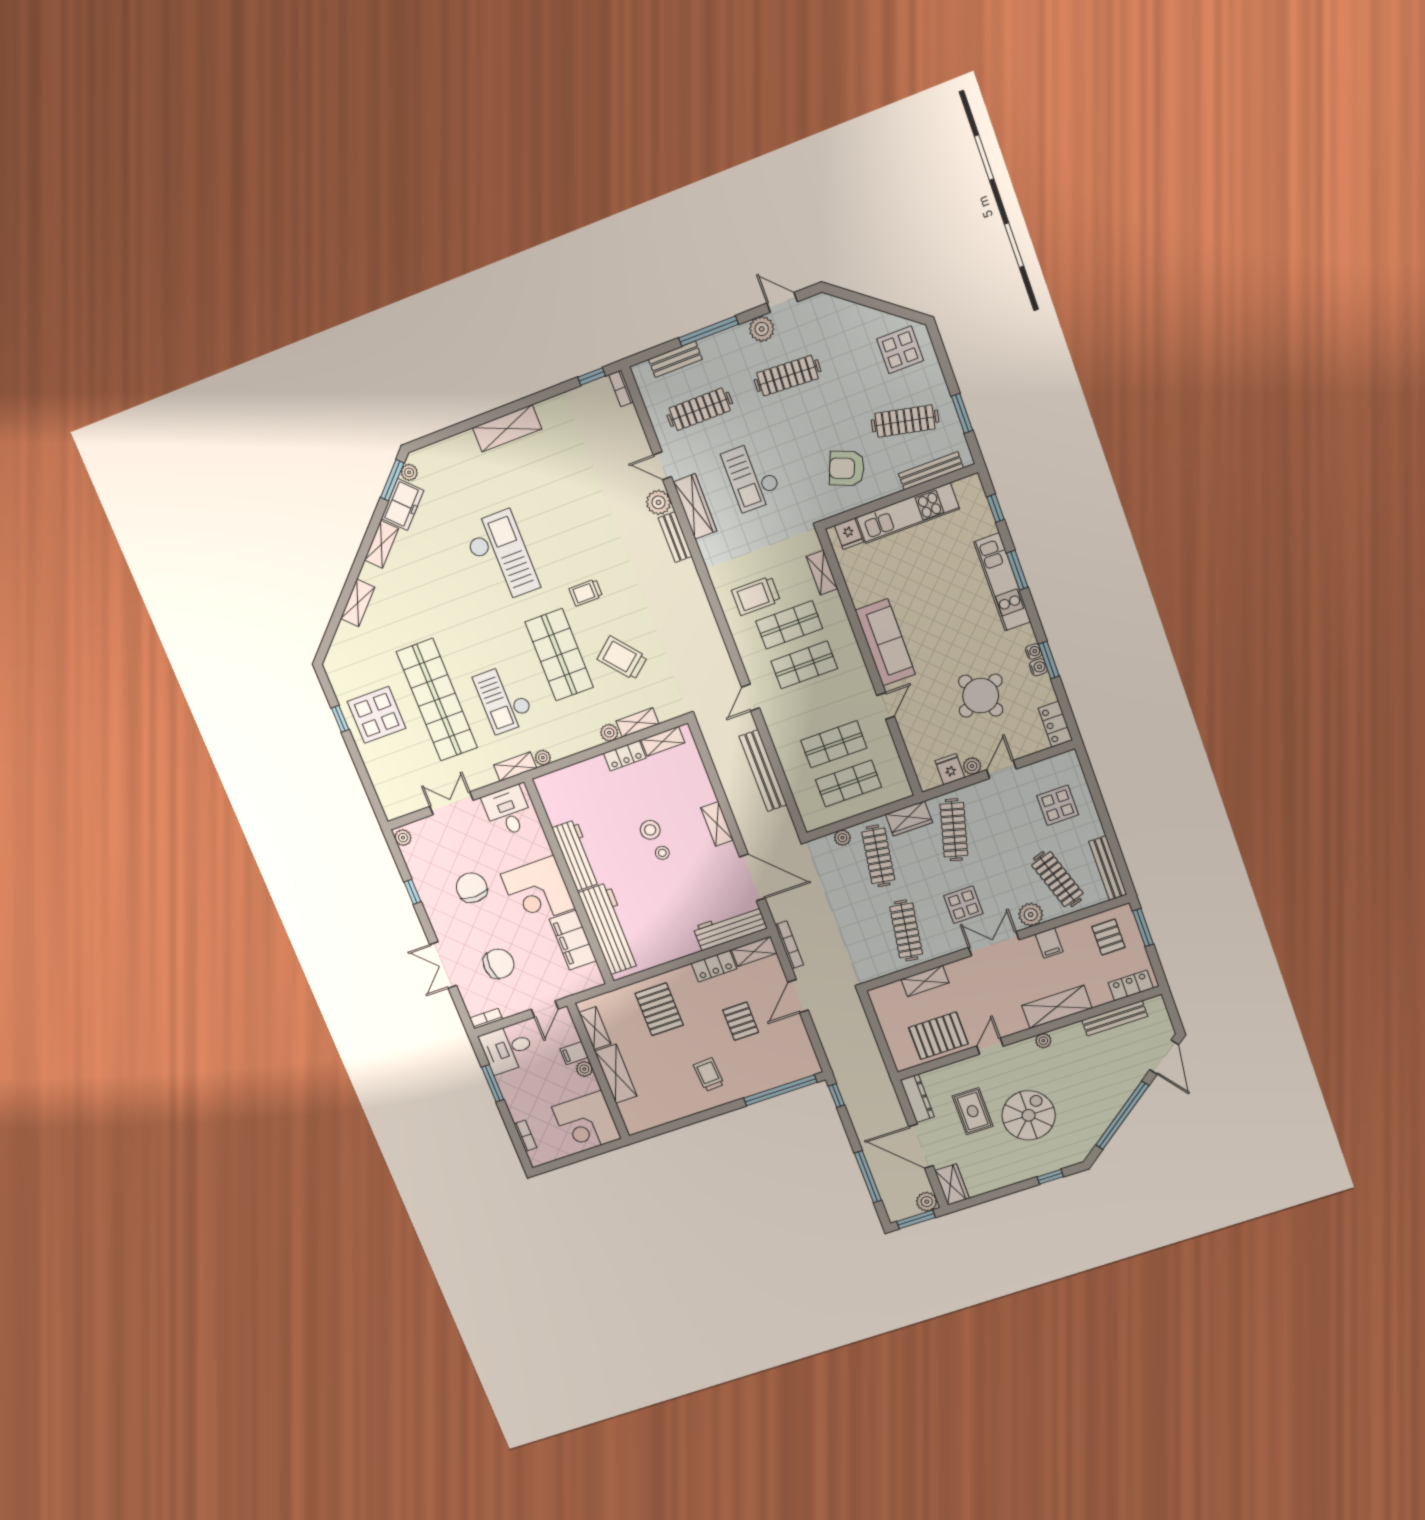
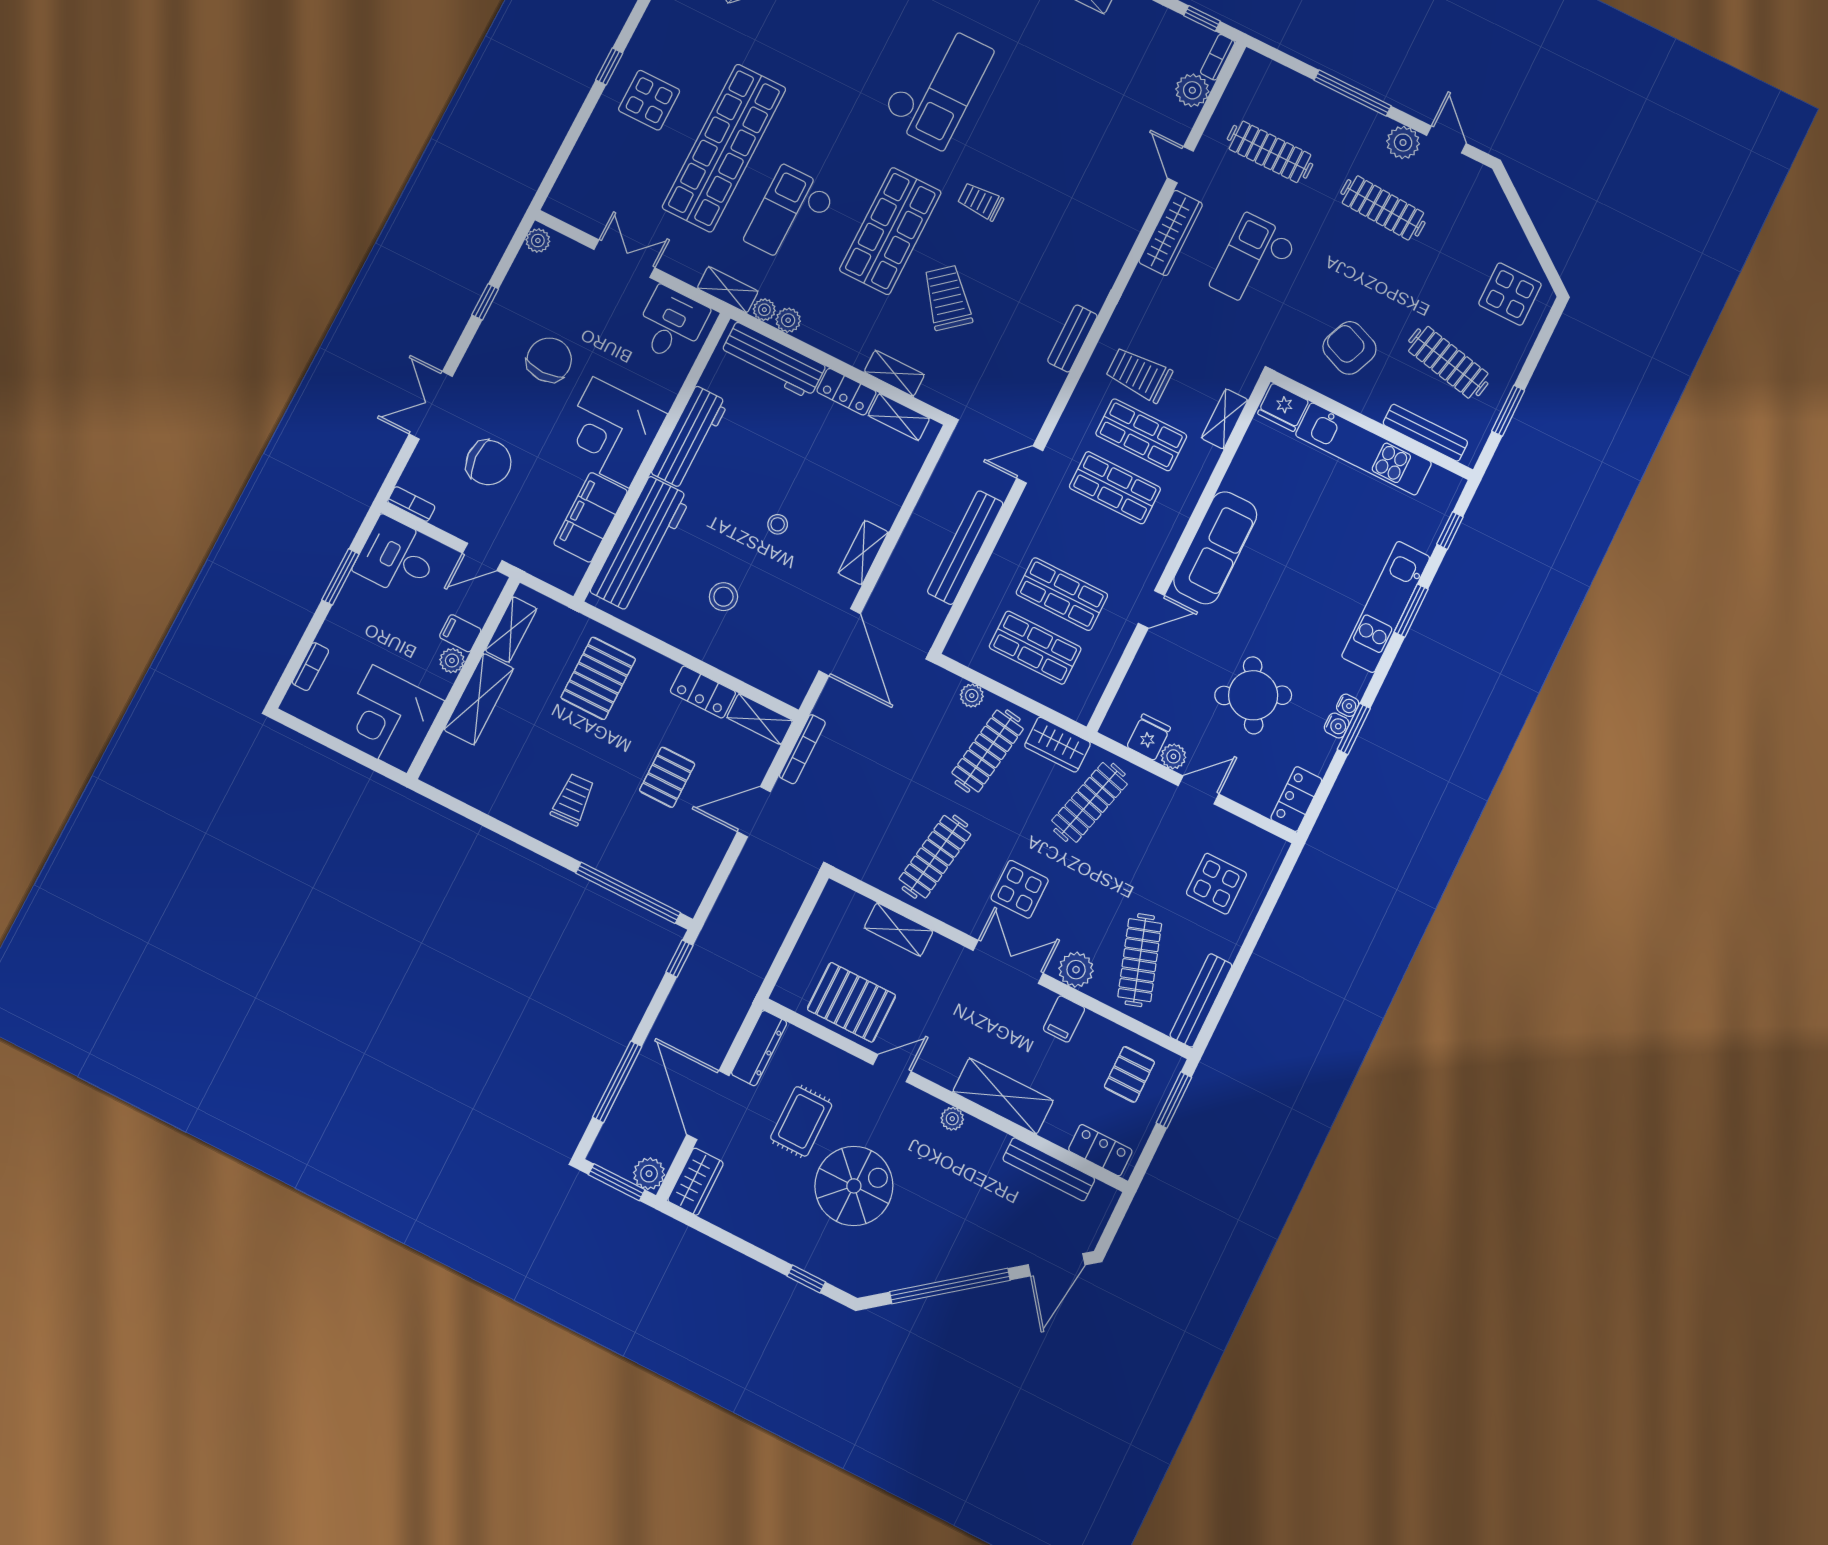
bench: (675, 359) -> (1295, 85), removed
plant: (658, 502) -> (1192, 90), moved
fridge: (849, 534) -> (1283, 407), width x1.38
bench: (675, 537) -> (1072, 338), moved
display table: (377, 715) -> (649, 100), width x0.73, depth x0.73
plant: (609, 733) -> (788, 320), moved
stool: (650, 830) -> (723, 597), moved
workbench: (730, 928) -> (773, 360), moved, turned 180

